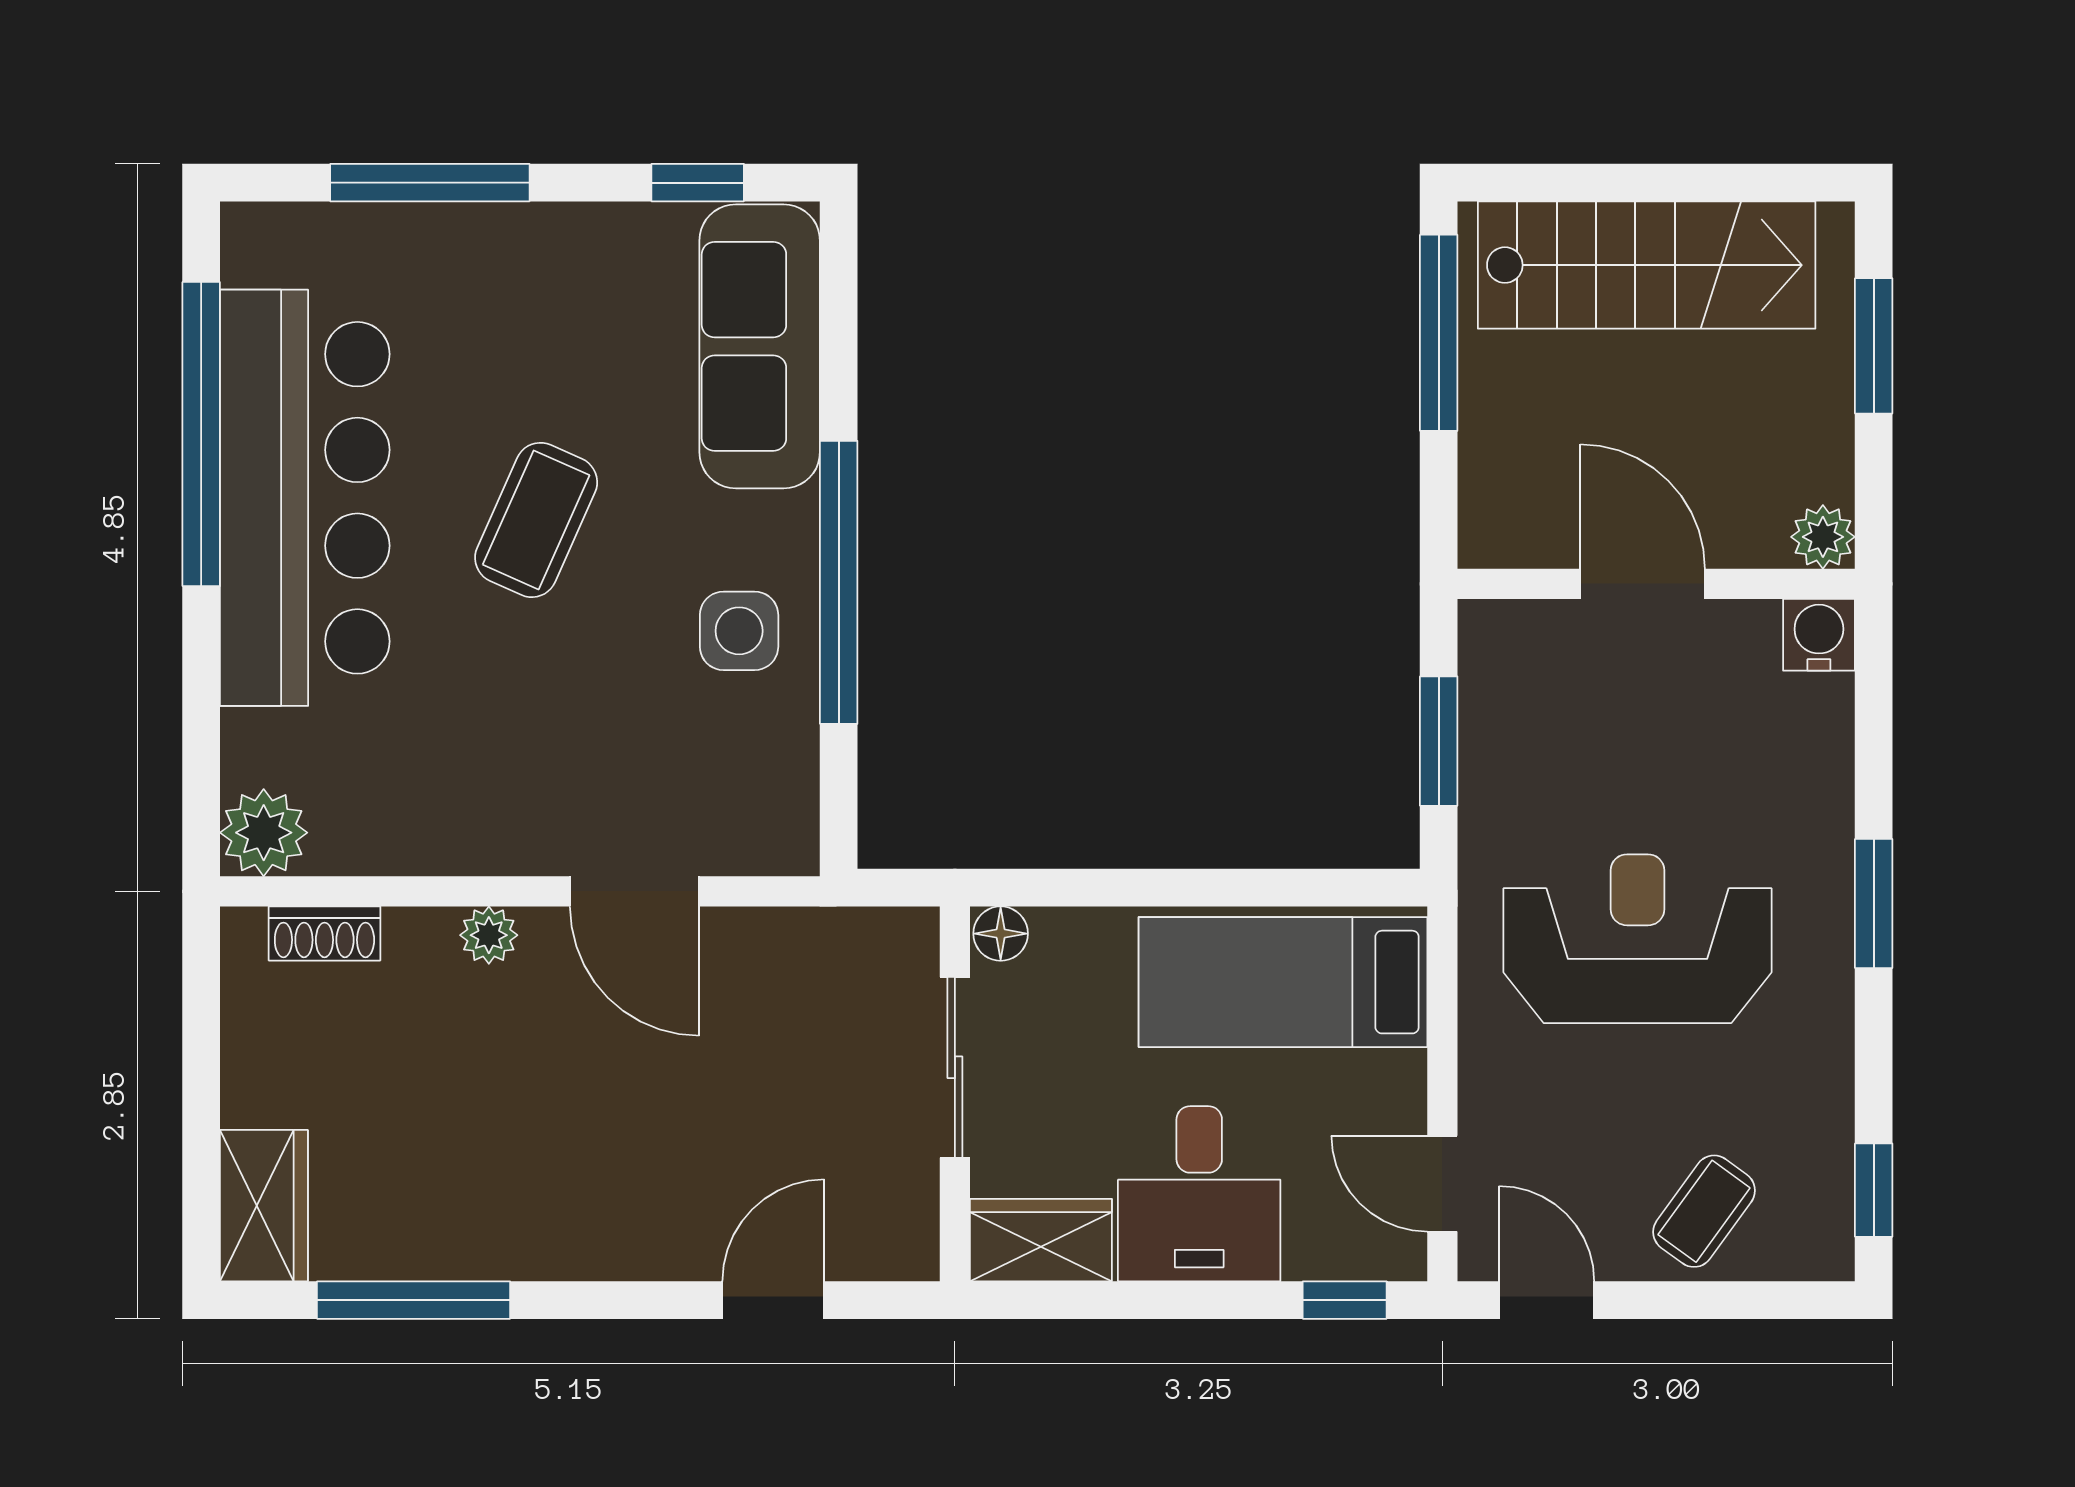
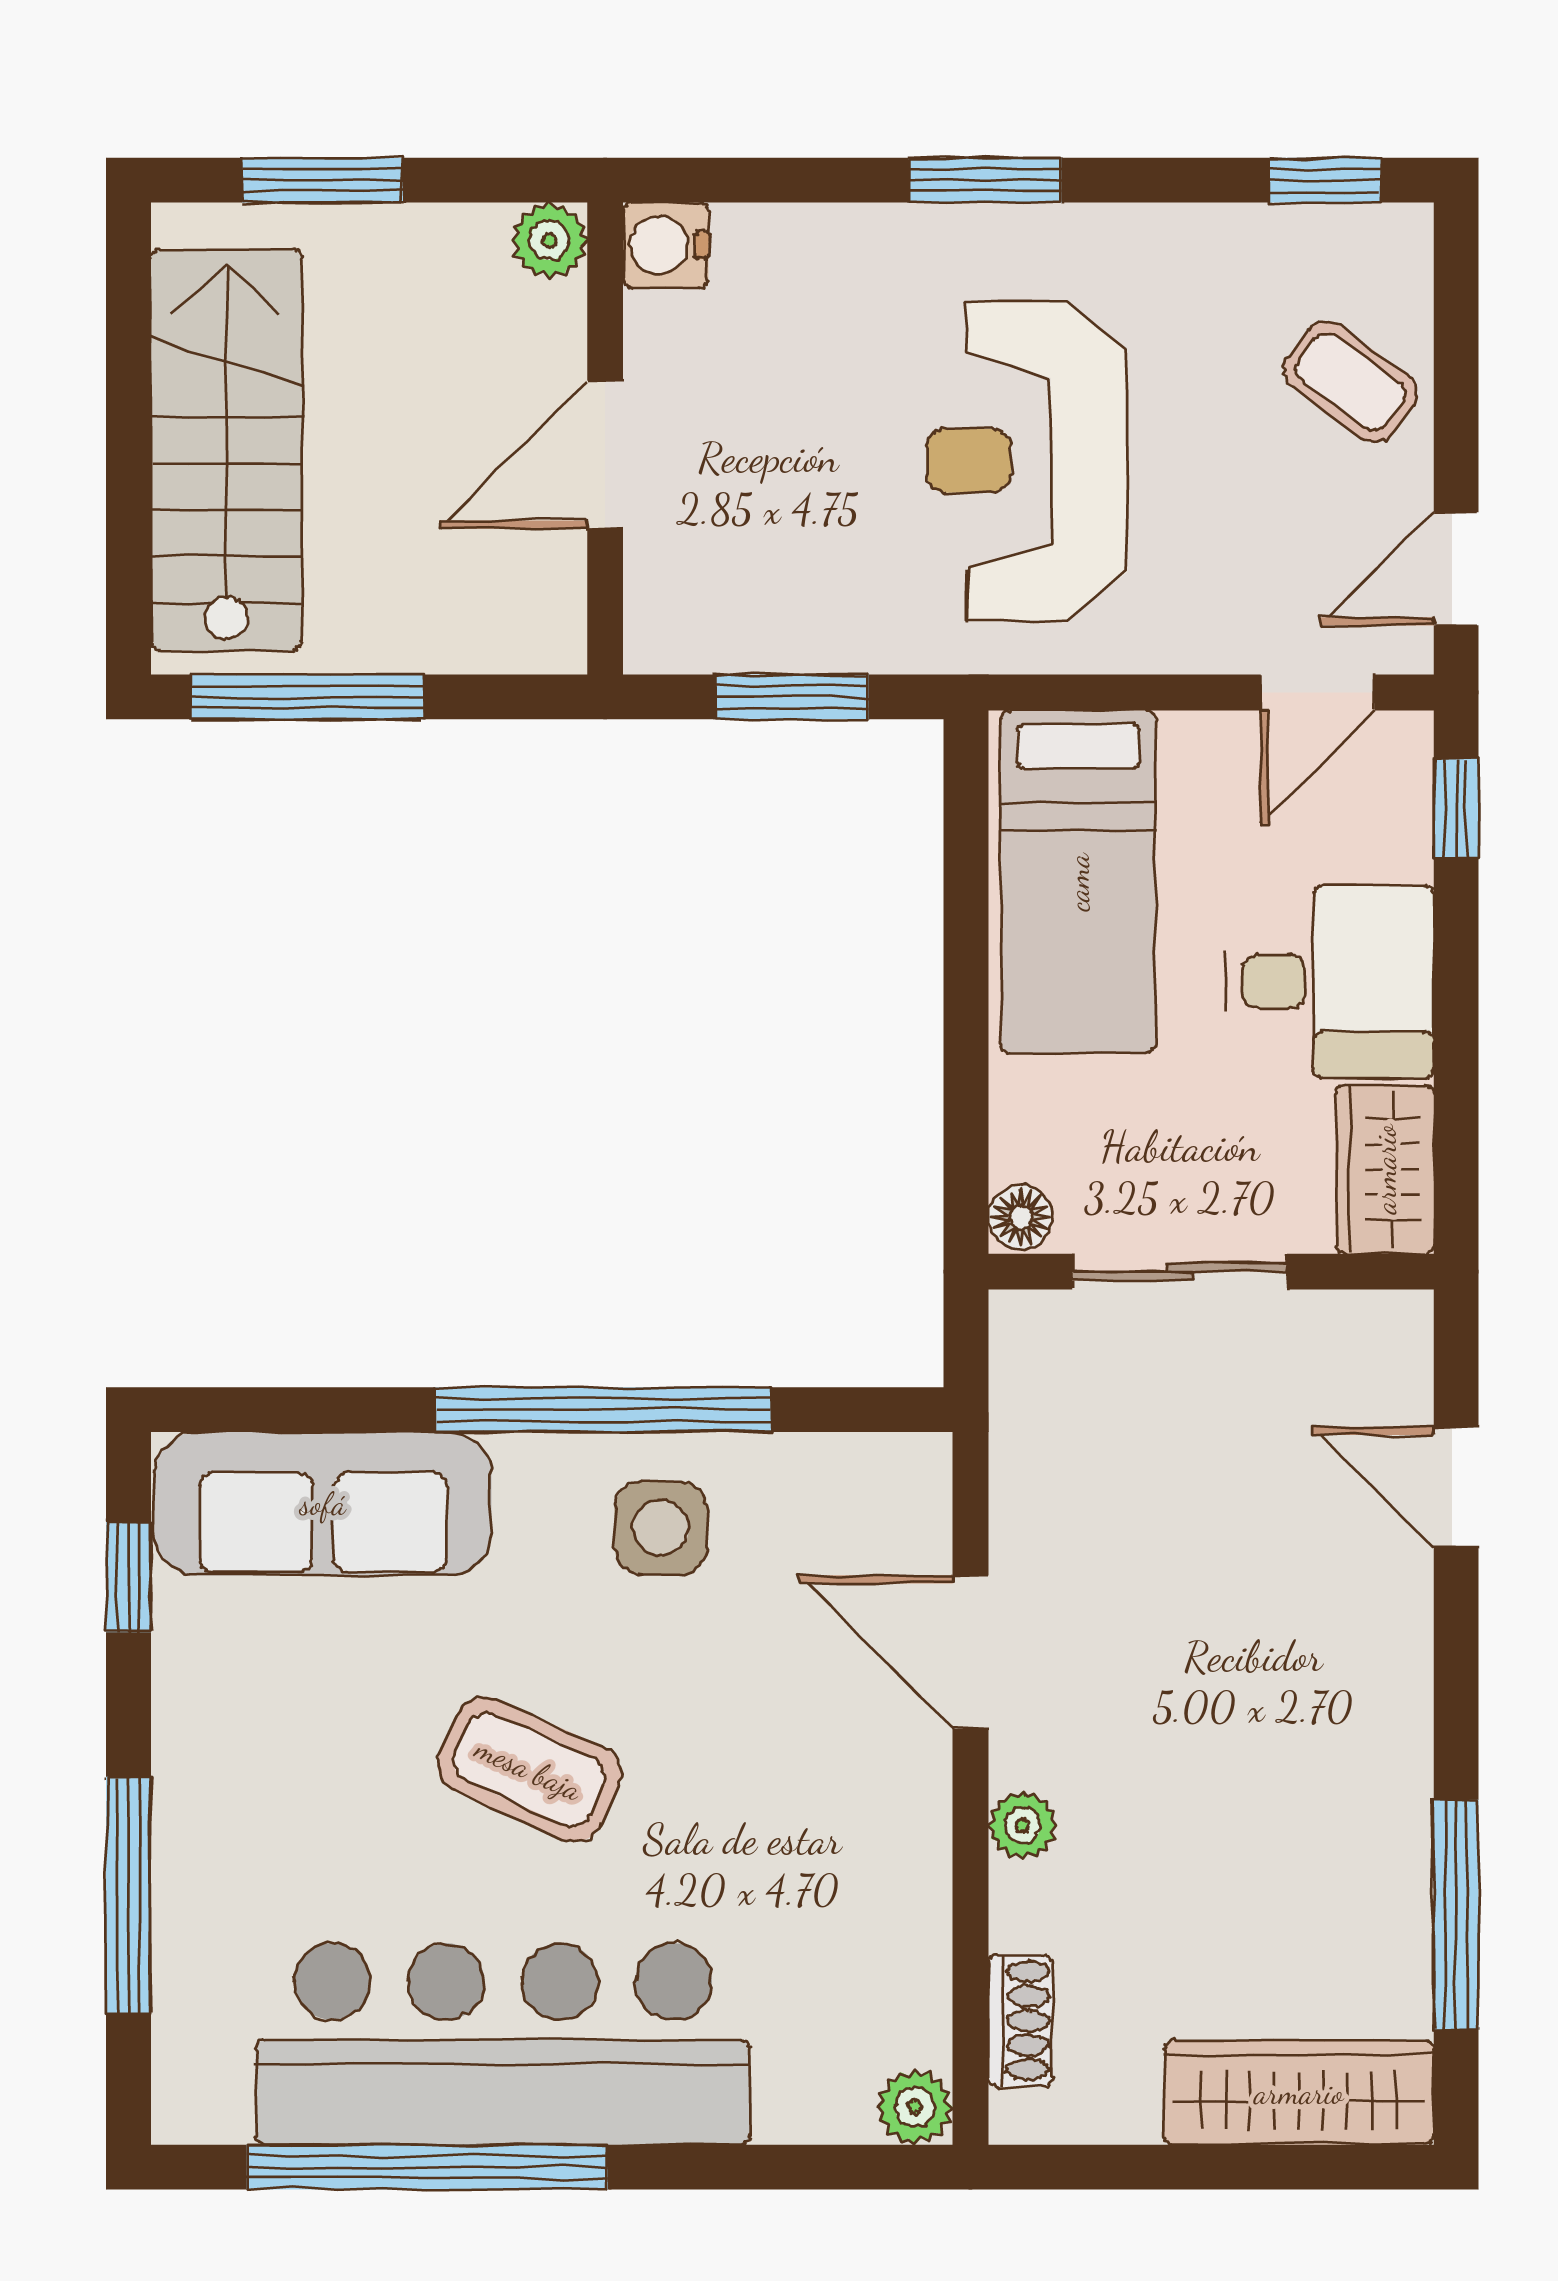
plant: (264, 833) -> (915, 2107), width x0.73, depth x0.73
door: (635, 891) -> (970, 1652), swing flipped
wardrobe: (264, 1206) -> (1299, 2093), width x1.50

